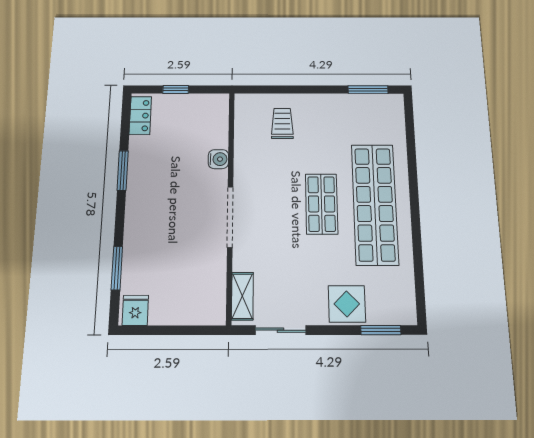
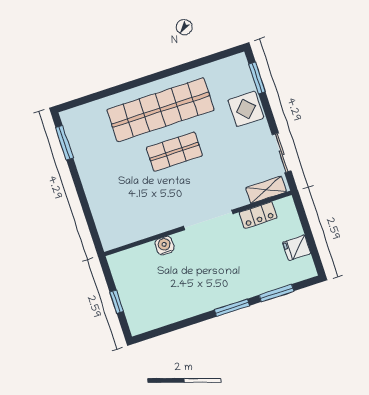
locker: (140, 116) -> (258, 215), moved, turned 180
trolley: (282, 123) -> (117, 204), removed
window: (123, 171) -> (232, 308), moved
fridge: (135, 310) -> (297, 248), moved

